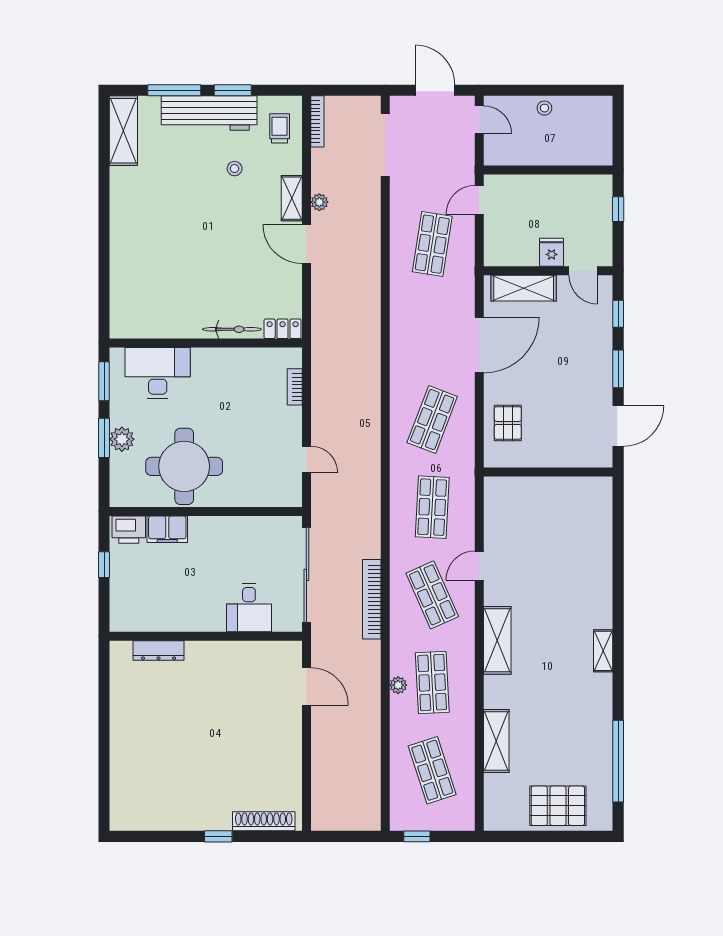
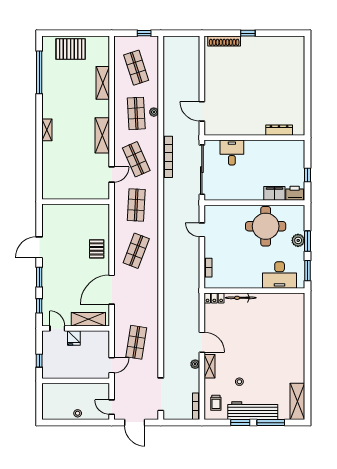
wall: (548, 472) -> (76, 202), moved

